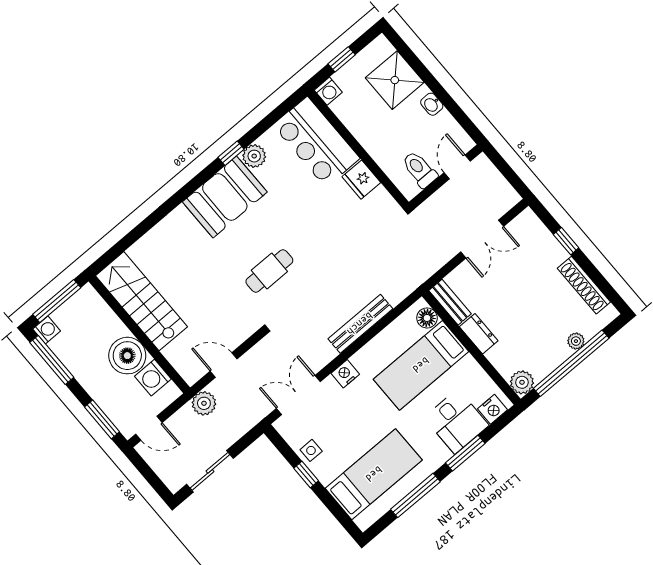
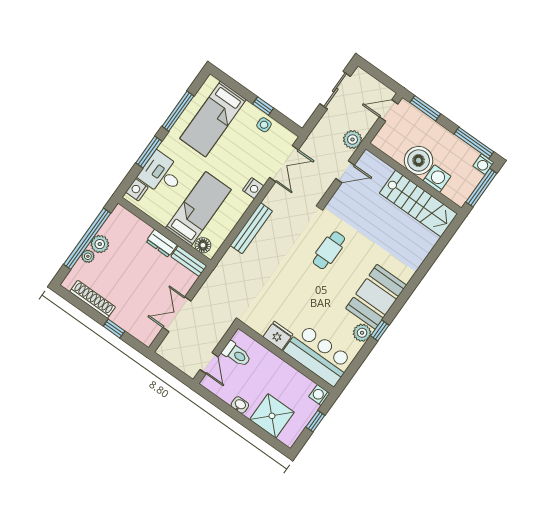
washing machine: (153, 378) -> (437, 179), moved
plant: (522, 382) -> (100, 244), moved

